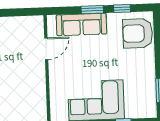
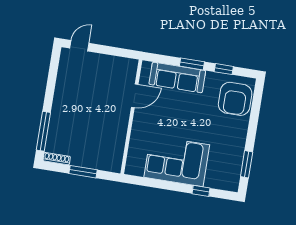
armchair: (138, 33) -> (235, 99), turned -90

